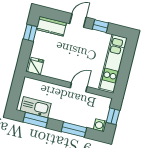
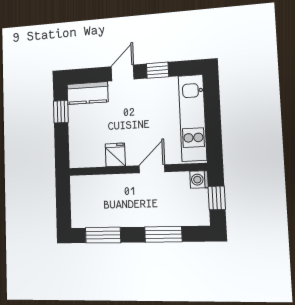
fridge: (36, 66) -> (115, 155), moved
kitchen sink: (36, 107) -> (98, 216), removed
washing machine: (100, 125) -> (199, 180), moved

